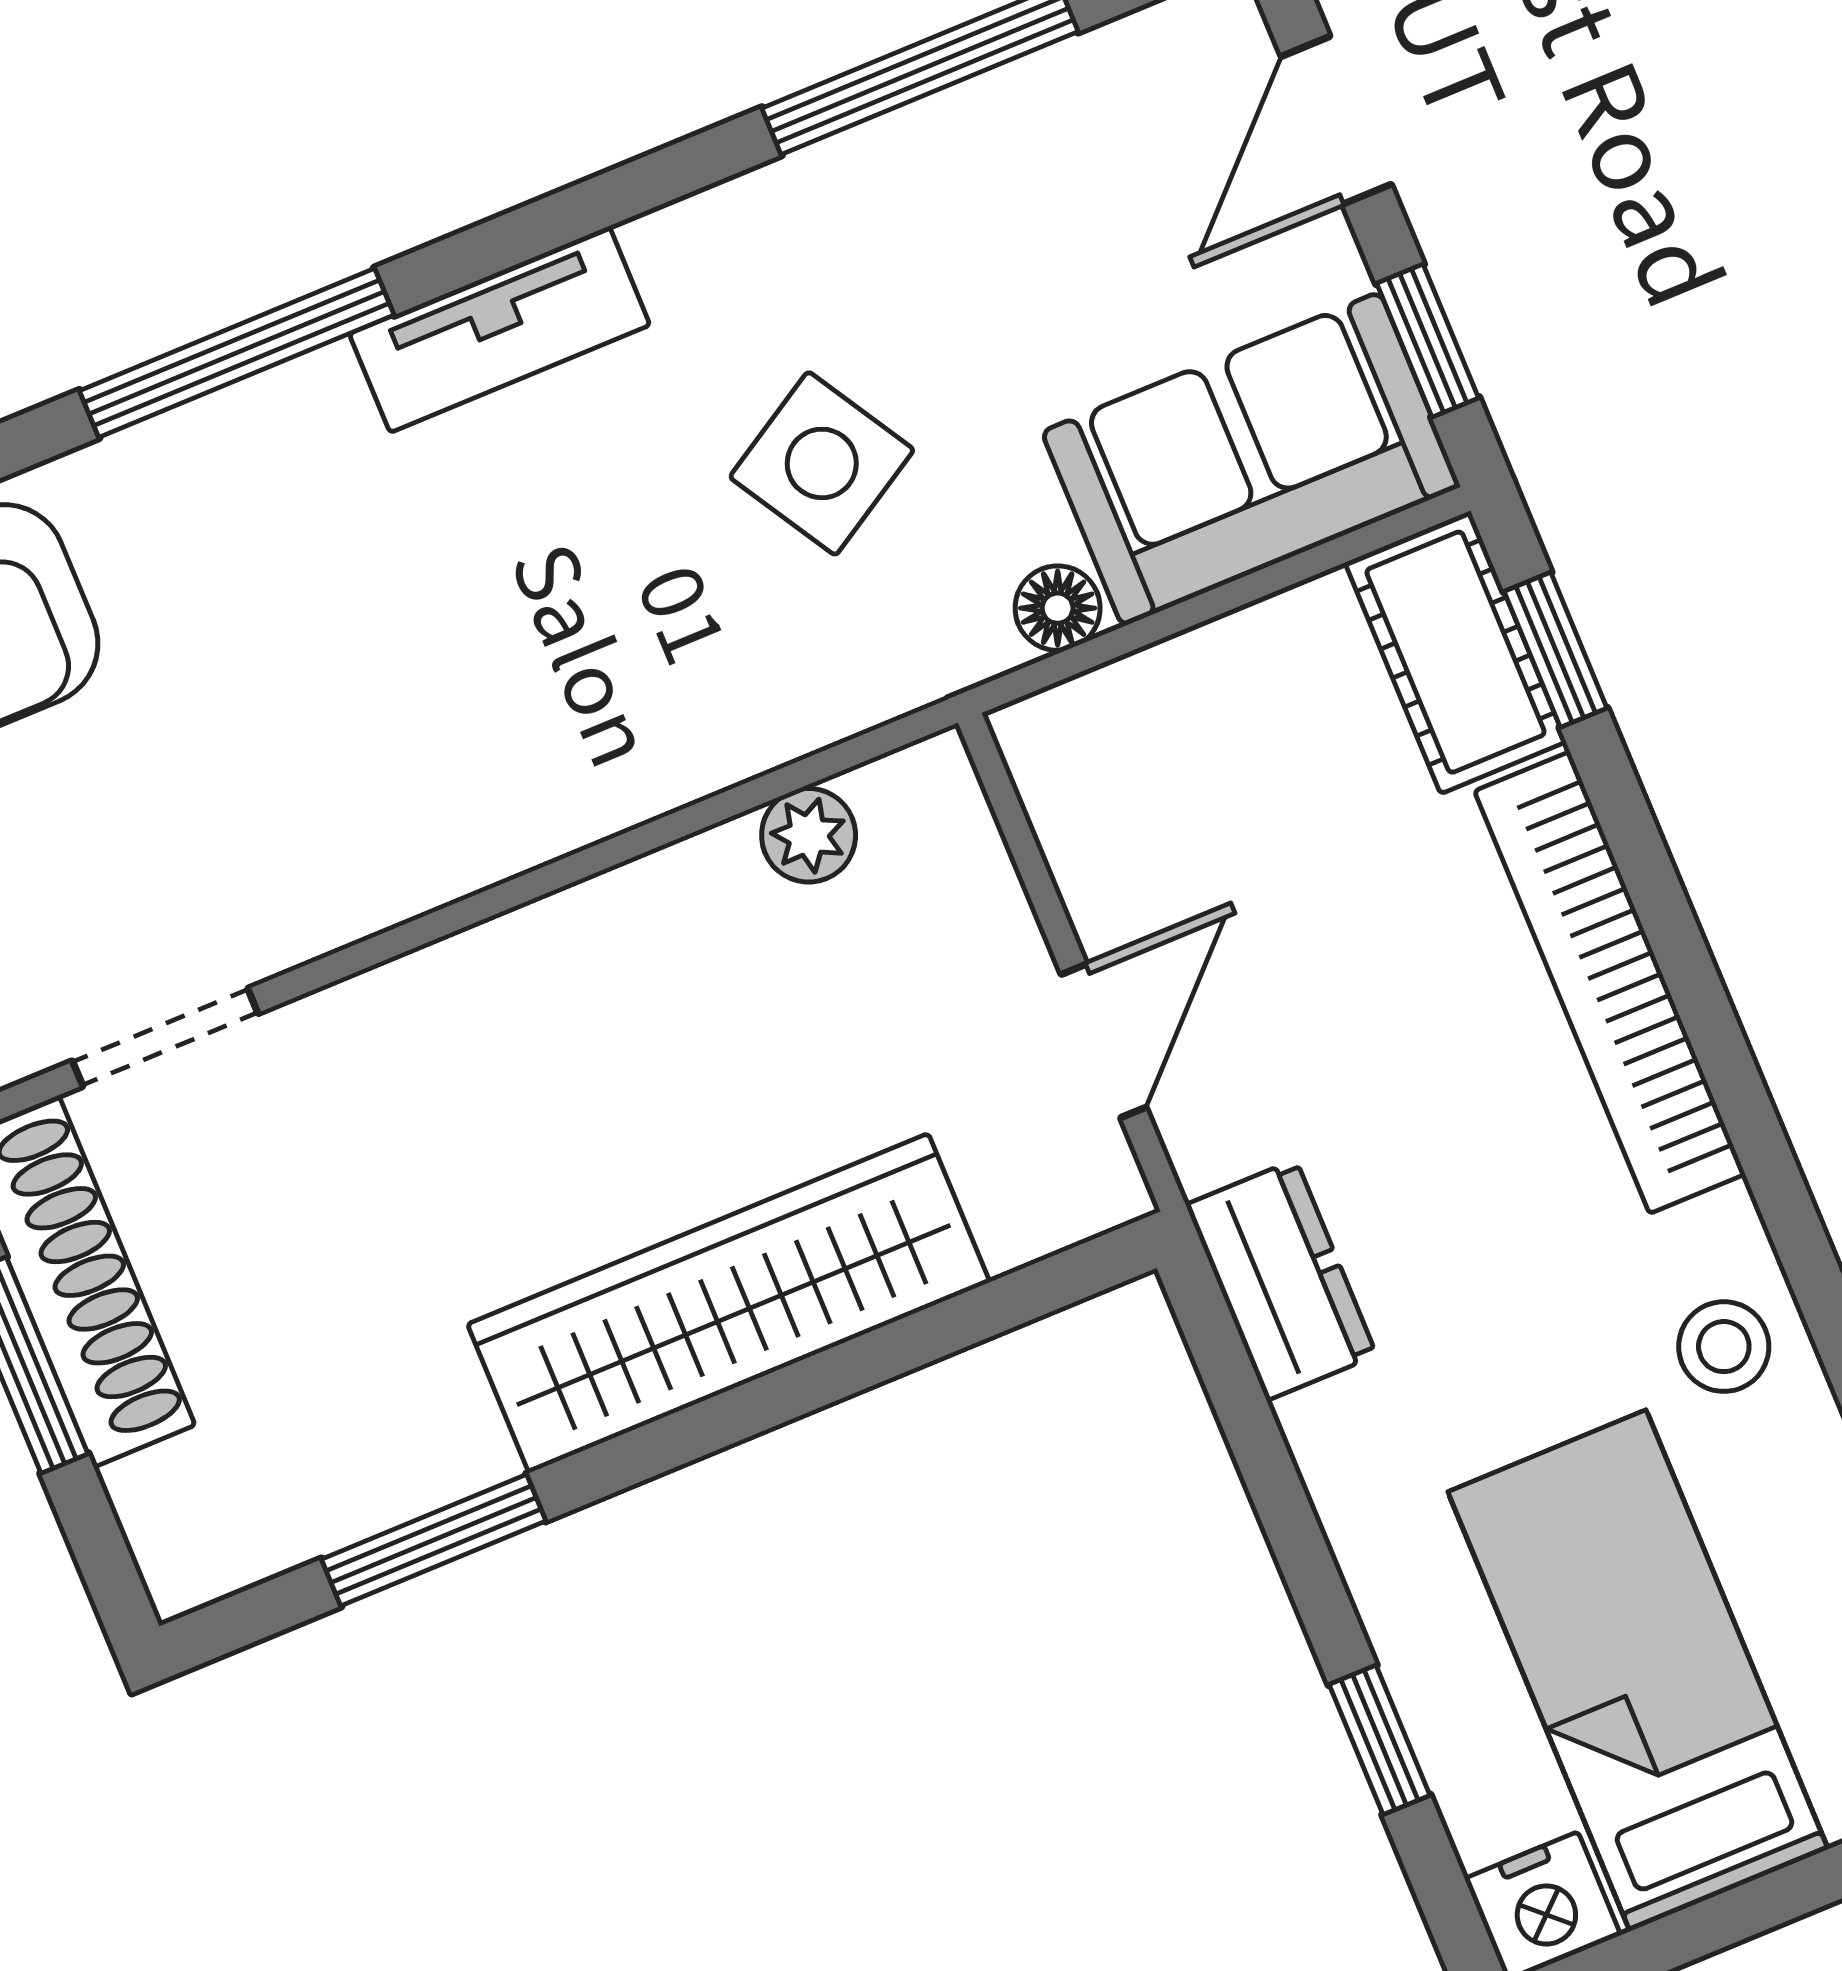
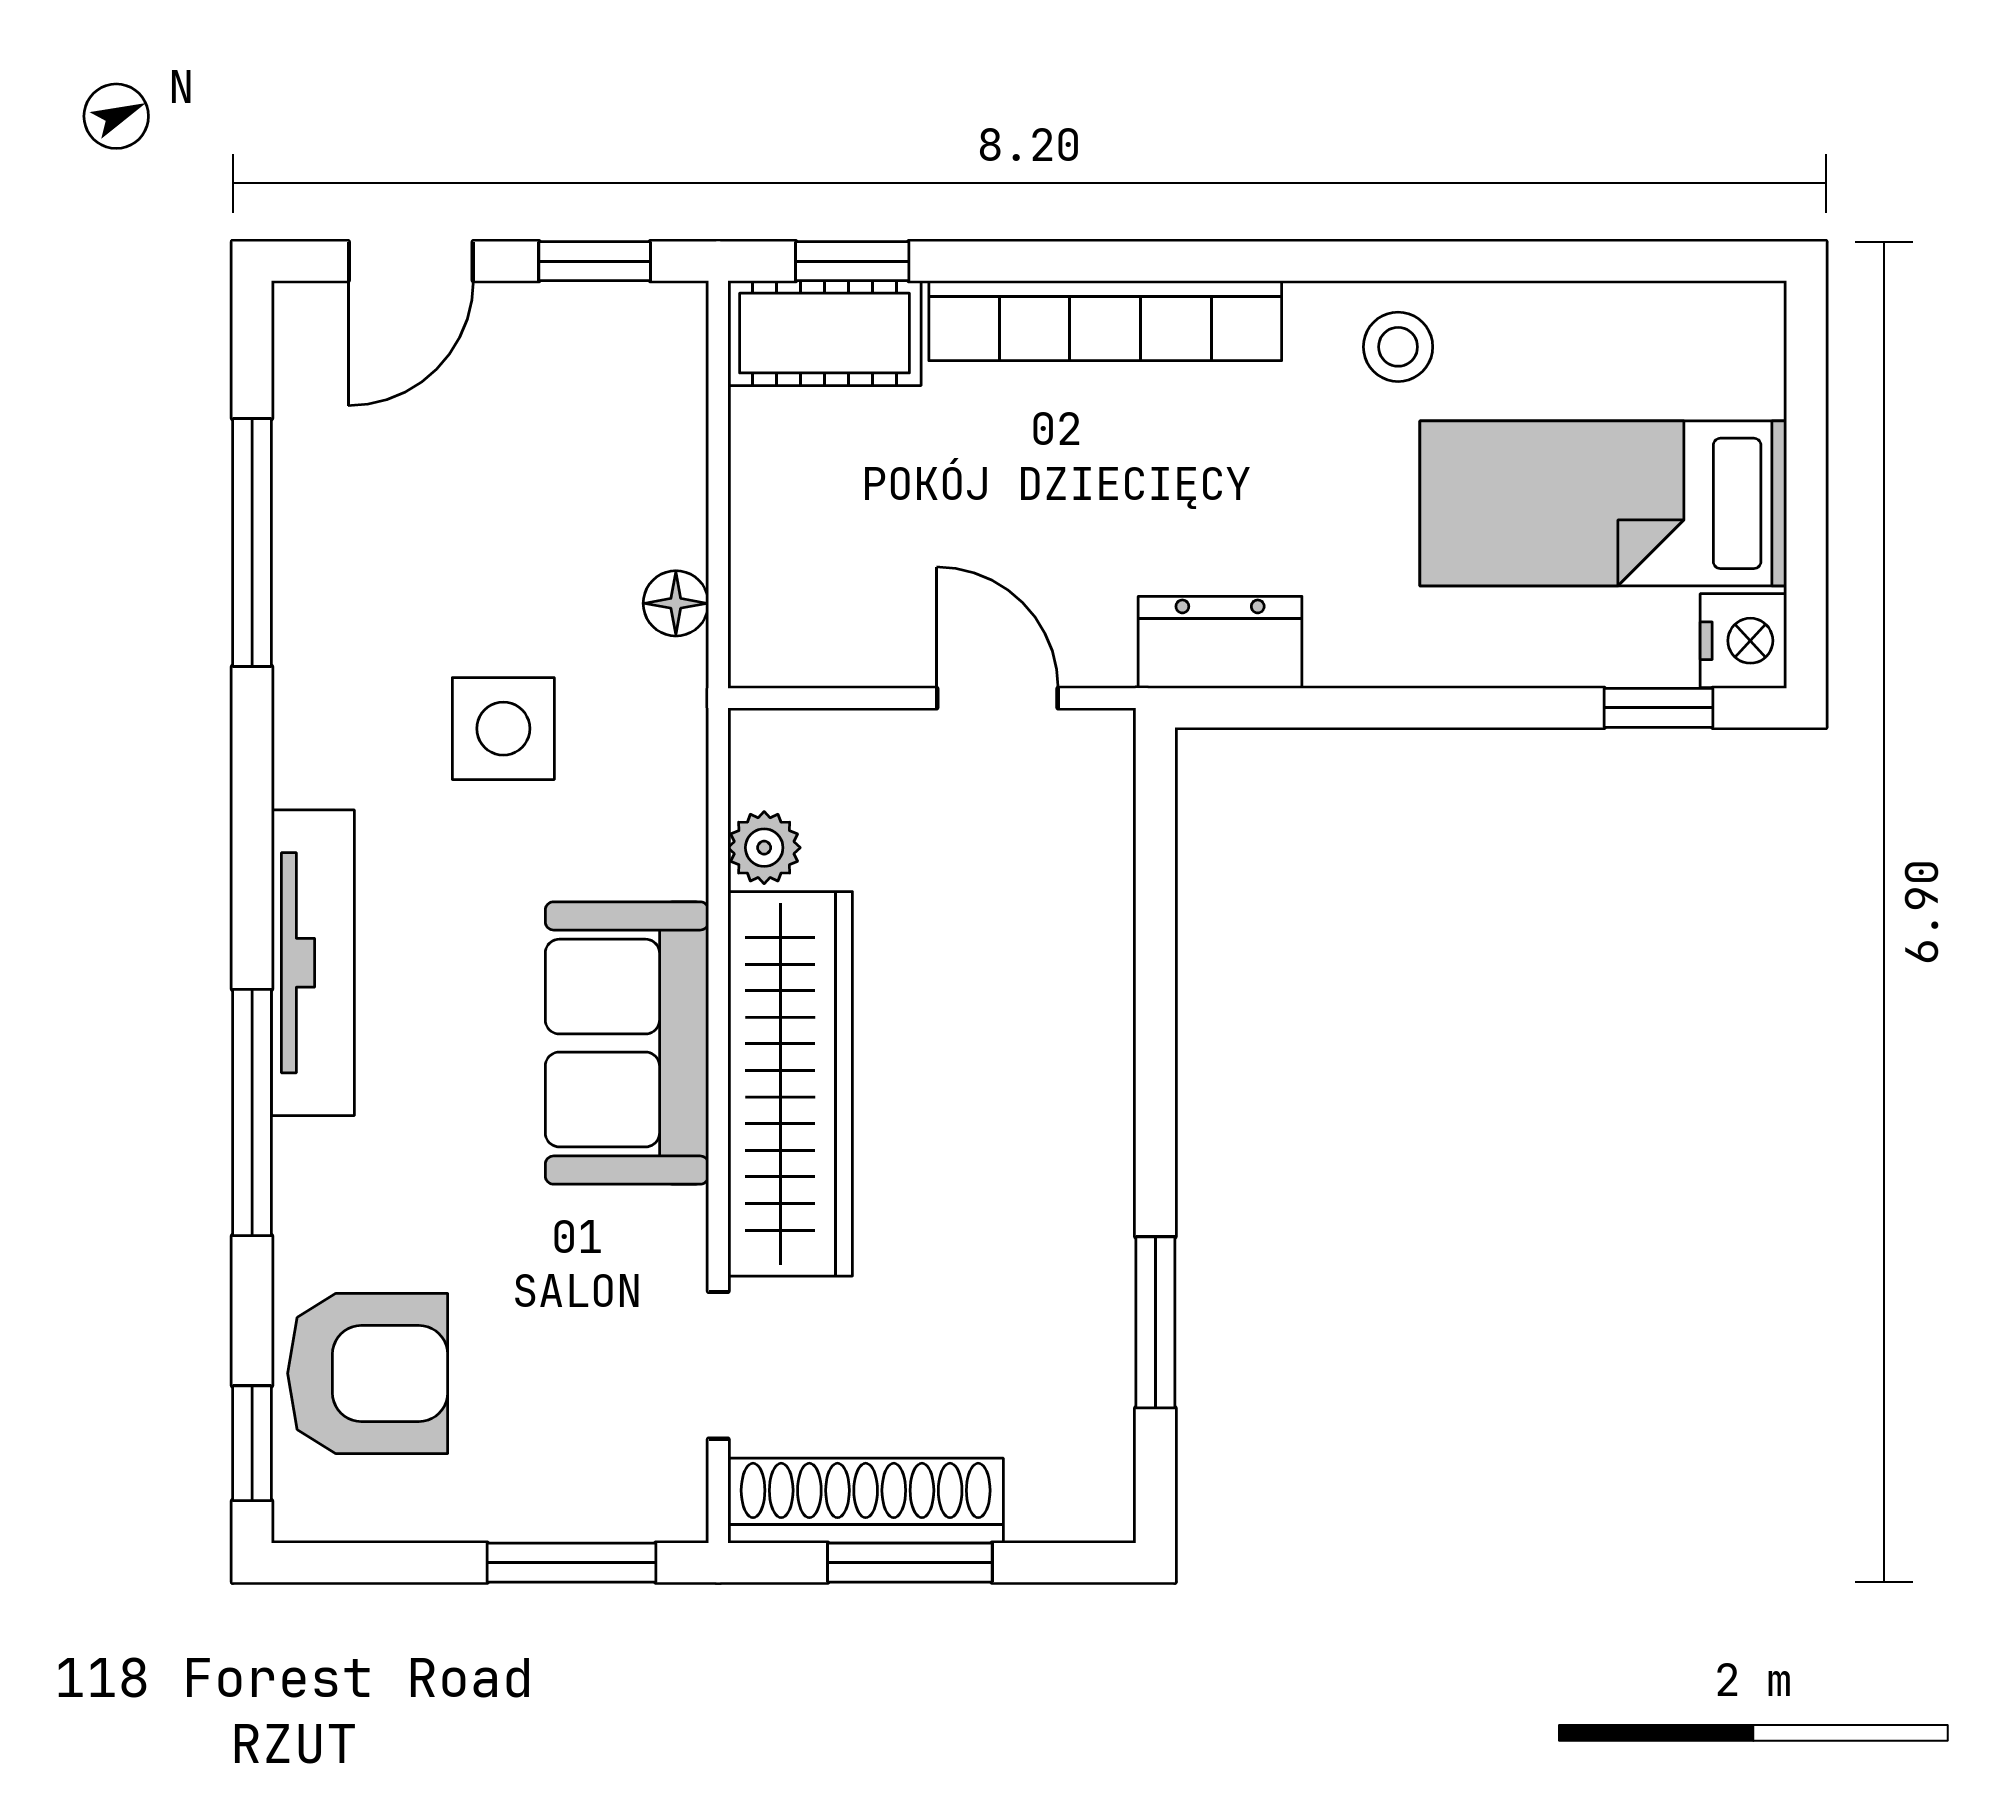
door: (1336, 120) -> (411, 261), hinge flipped
tv unit: (500, 329) -> (313, 963), width x1.41
sofa: (1251, 459) -> (627, 1043), moved
side table: (822, 463) -> (503, 729), turned 31
wardrobe: (729, 1303) -> (790, 1084), moved, turned 180
window: (1380, 1740) -> (1658, 708), moved

